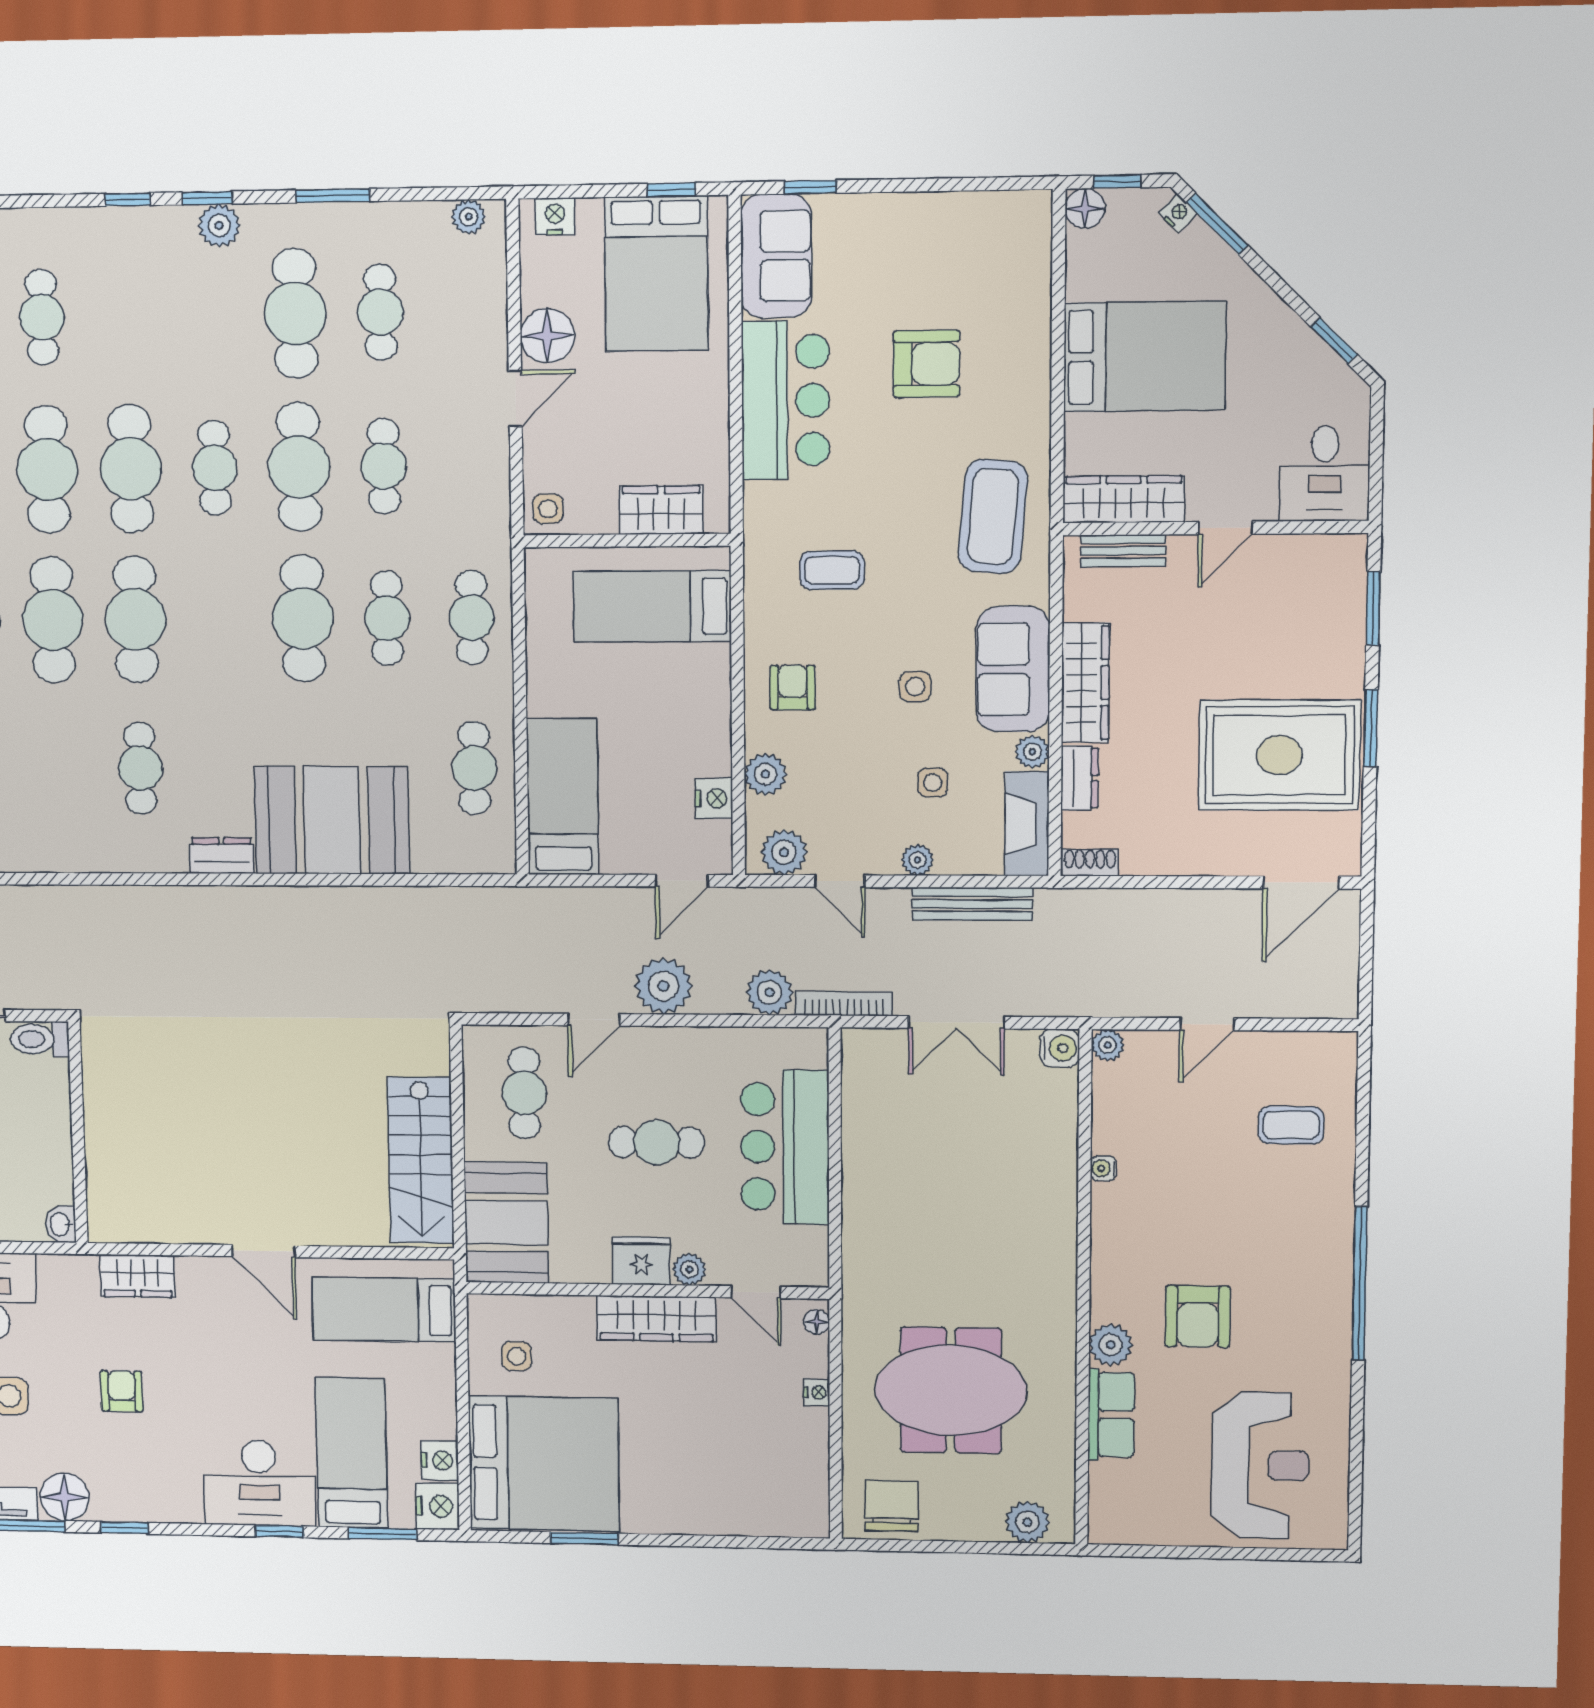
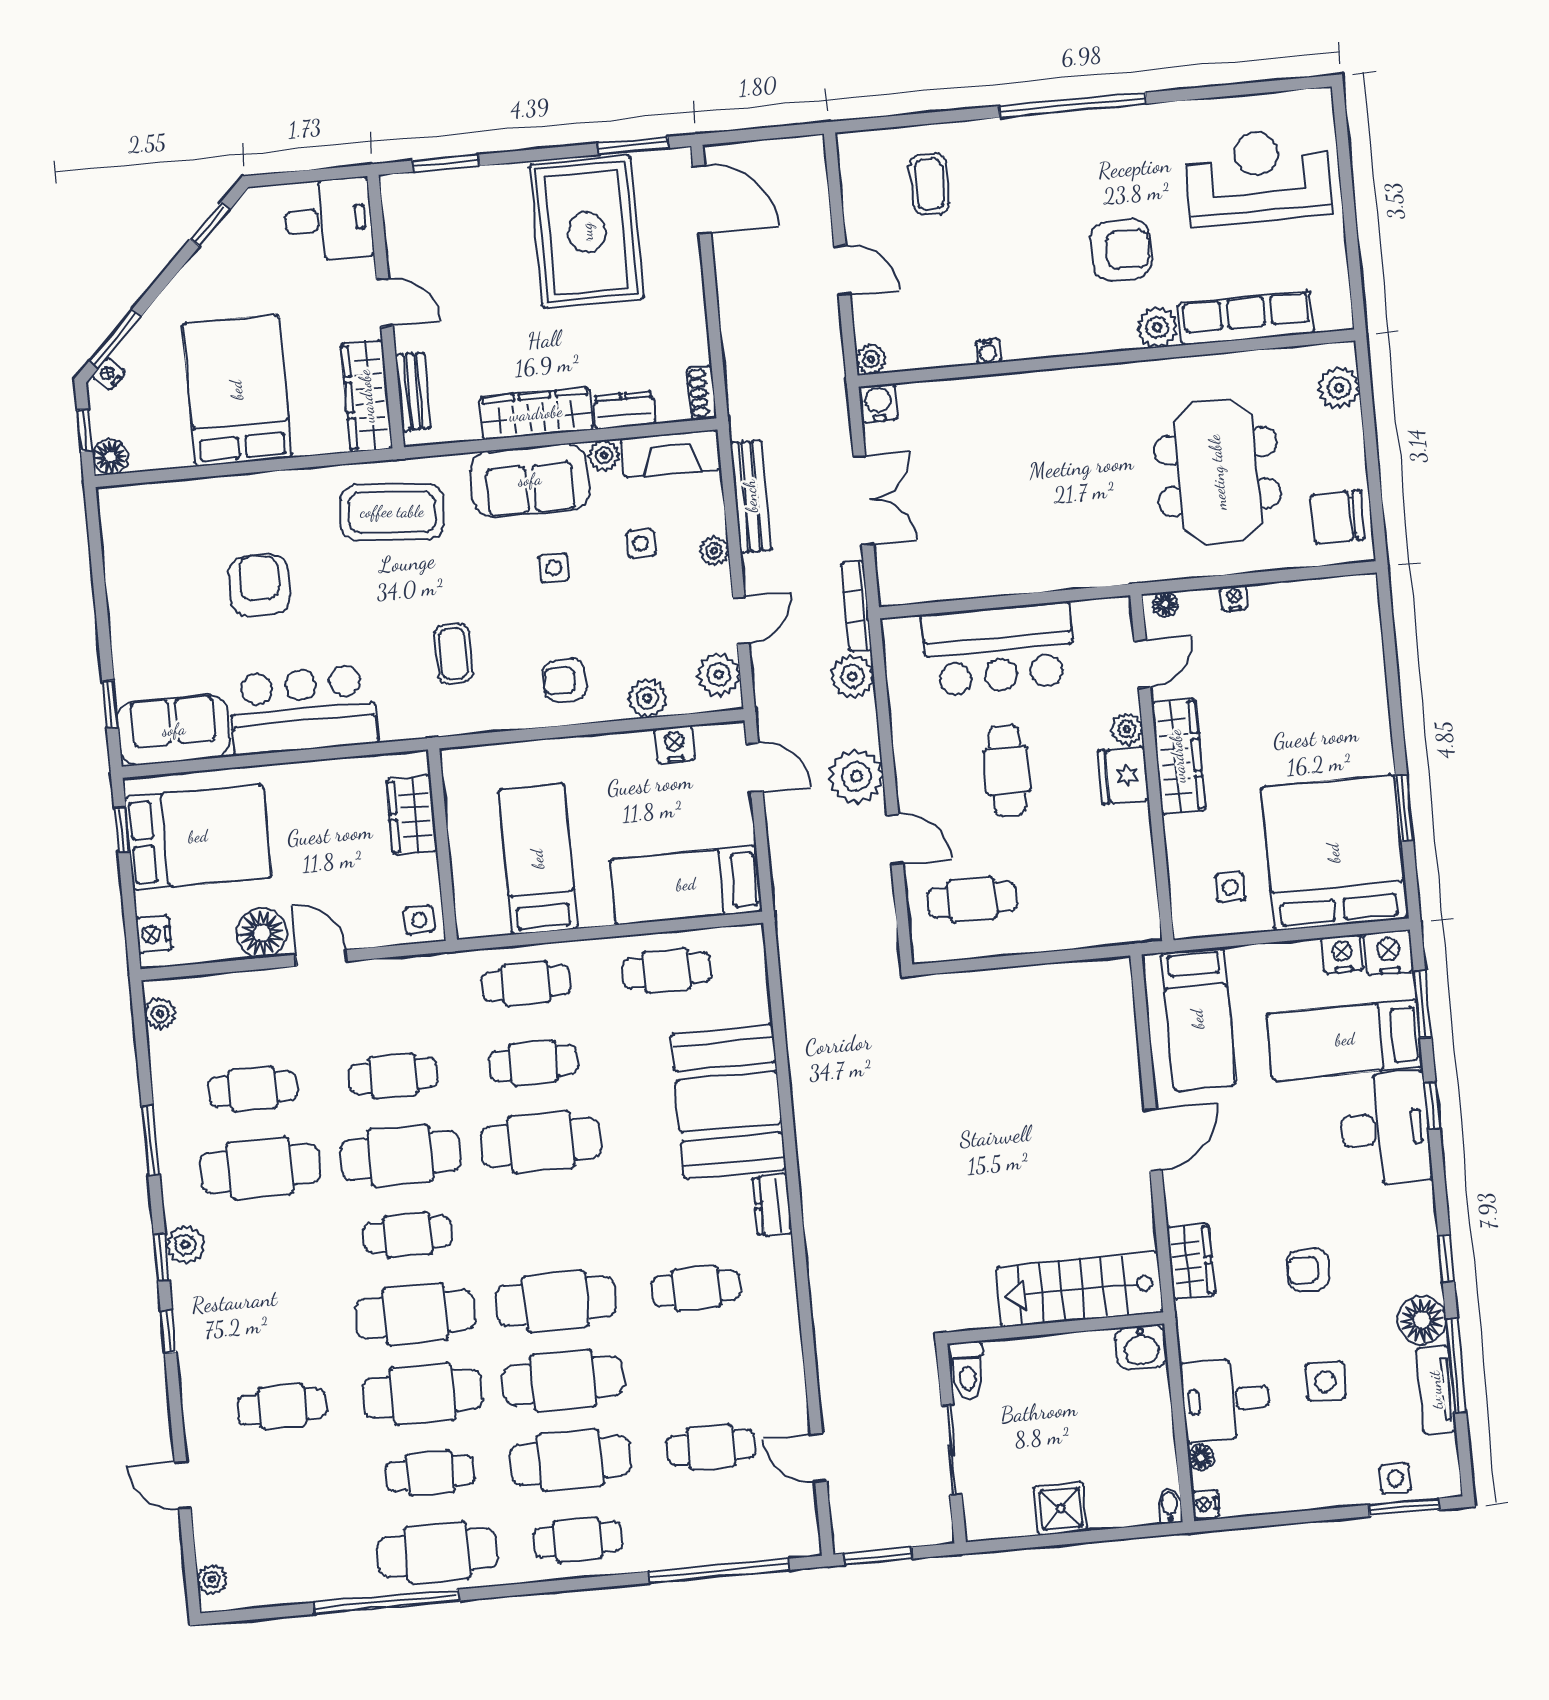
bed: (652, 606) -> (538, 859), moved, turned 180
window: (1371, 728) -> (633, 146), moved
stairs: (421, 1160) -> (1080, 1289), moved, turned 180
booth: (506, 1222) -> (1100, 907), removed
washbasin: (61, 1224) -> (1141, 1347), width x1.38, depth x1.45
row of seats: (1111, 1415) -> (1246, 318), width x1.48

